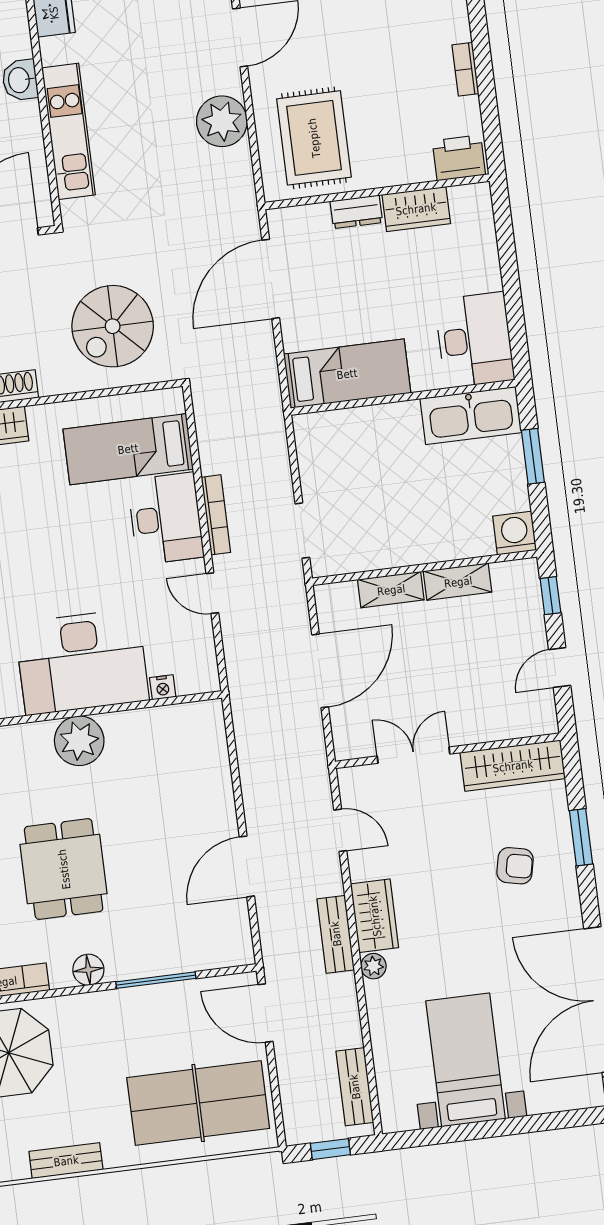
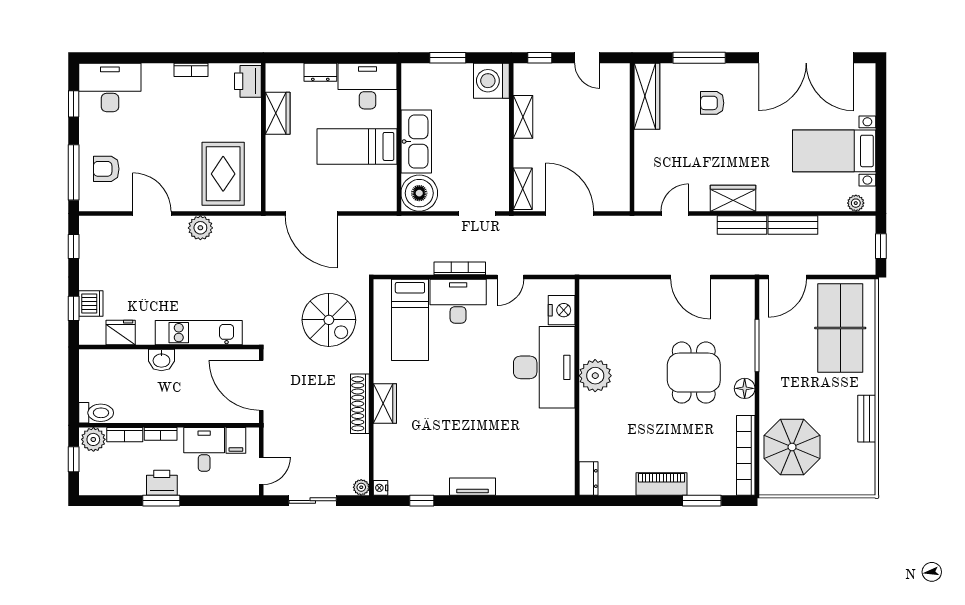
plant: (222, 121) -> (200, 228), width x0.73, depth x0.73
rug: (314, 138) -> (223, 174), turned 90
dresser: (356, 212) -> (320, 72), moved, turned 90
bed: (347, 374) -> (357, 146), moved, turned -90
kitchen sink: (471, 416) -> (416, 142), moved
boiler: (322, 439) -> (419, 193), added
washing machine: (515, 533) -> (491, 81), width x1.37, depth x1.37
shelving: (391, 590) -> (523, 189), moved
nightstand: (163, 687) -> (562, 310), width x1.89, depth x1.79
double door: (413, 755) -> (632, 160), removed
window: (581, 837) -> (699, 58), width x1.44
armchair: (515, 866) -> (712, 103), turned -102
dining table: (64, 869) -> (694, 373), moved, turned 90
plant: (373, 966) -> (856, 203), moved
bench: (355, 1087) -> (793, 225), moved

